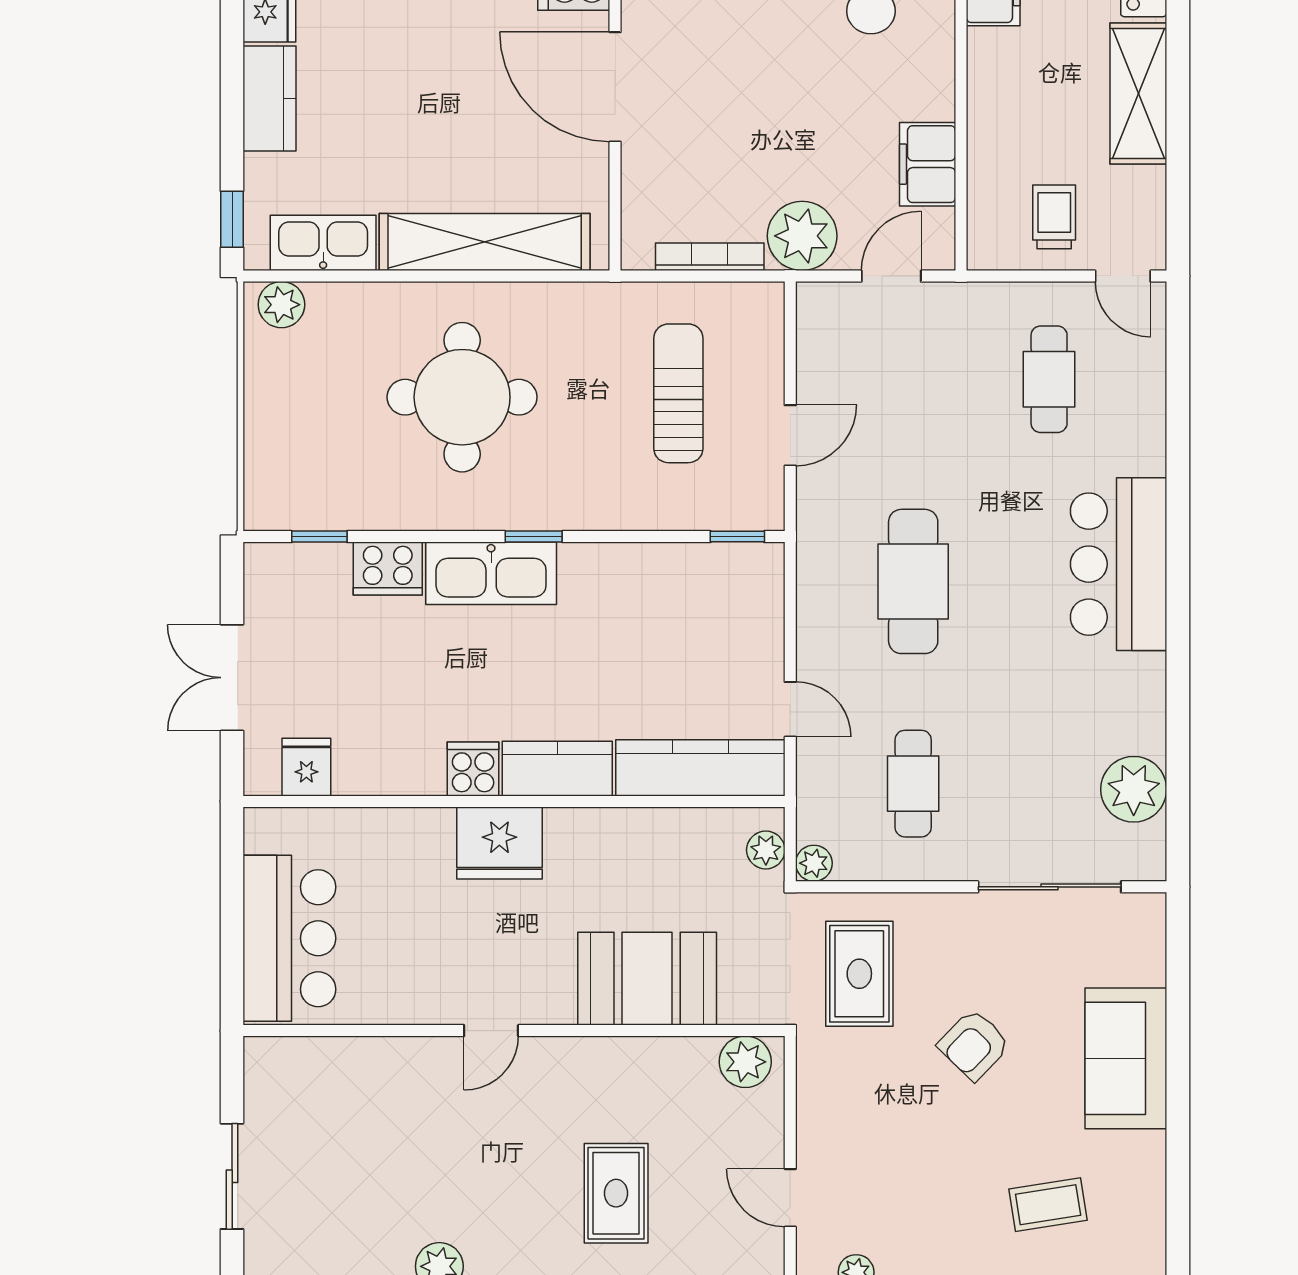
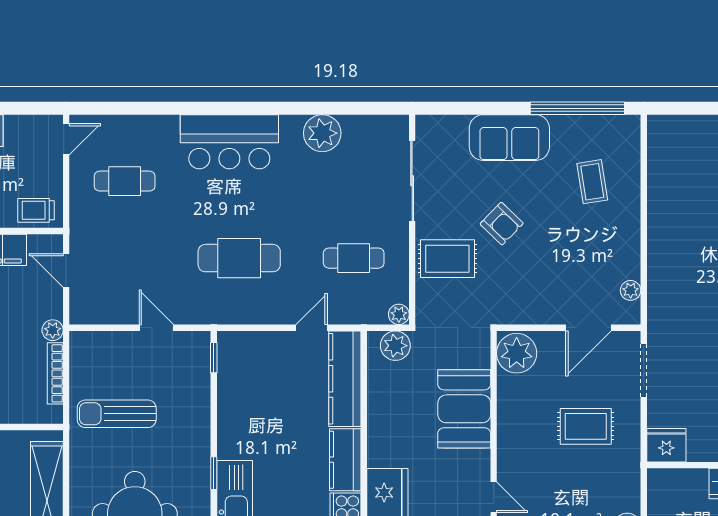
trolley: (1054, 217) -> (36, 210), moved
plant: (802, 236) -> (53, 330), width x0.53, depth x0.53
sun lounger: (678, 393) -> (117, 414), moved
plant: (1134, 789) -> (322, 133), moved
plant: (766, 850) -> (395, 346), width x1.38, depth x1.38
rug: (859, 974) -> (447, 259), moved
plant: (745, 1062) -> (517, 353), width x1.36, depth x1.36
window: (1178, 1178) -> (577, 108), added
door: (790, 1198) -> (588, 328), width x1.38

